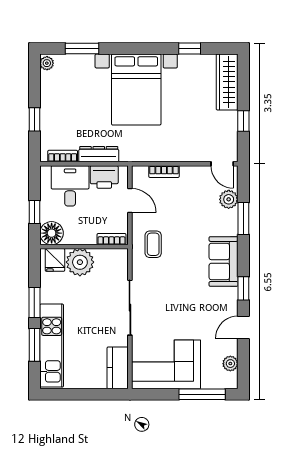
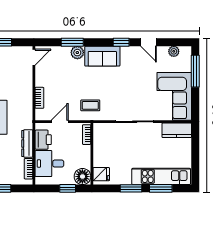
plant: (229, 199) -> (77, 53), moved
plant: (80, 262) -> (103, 157), removed

